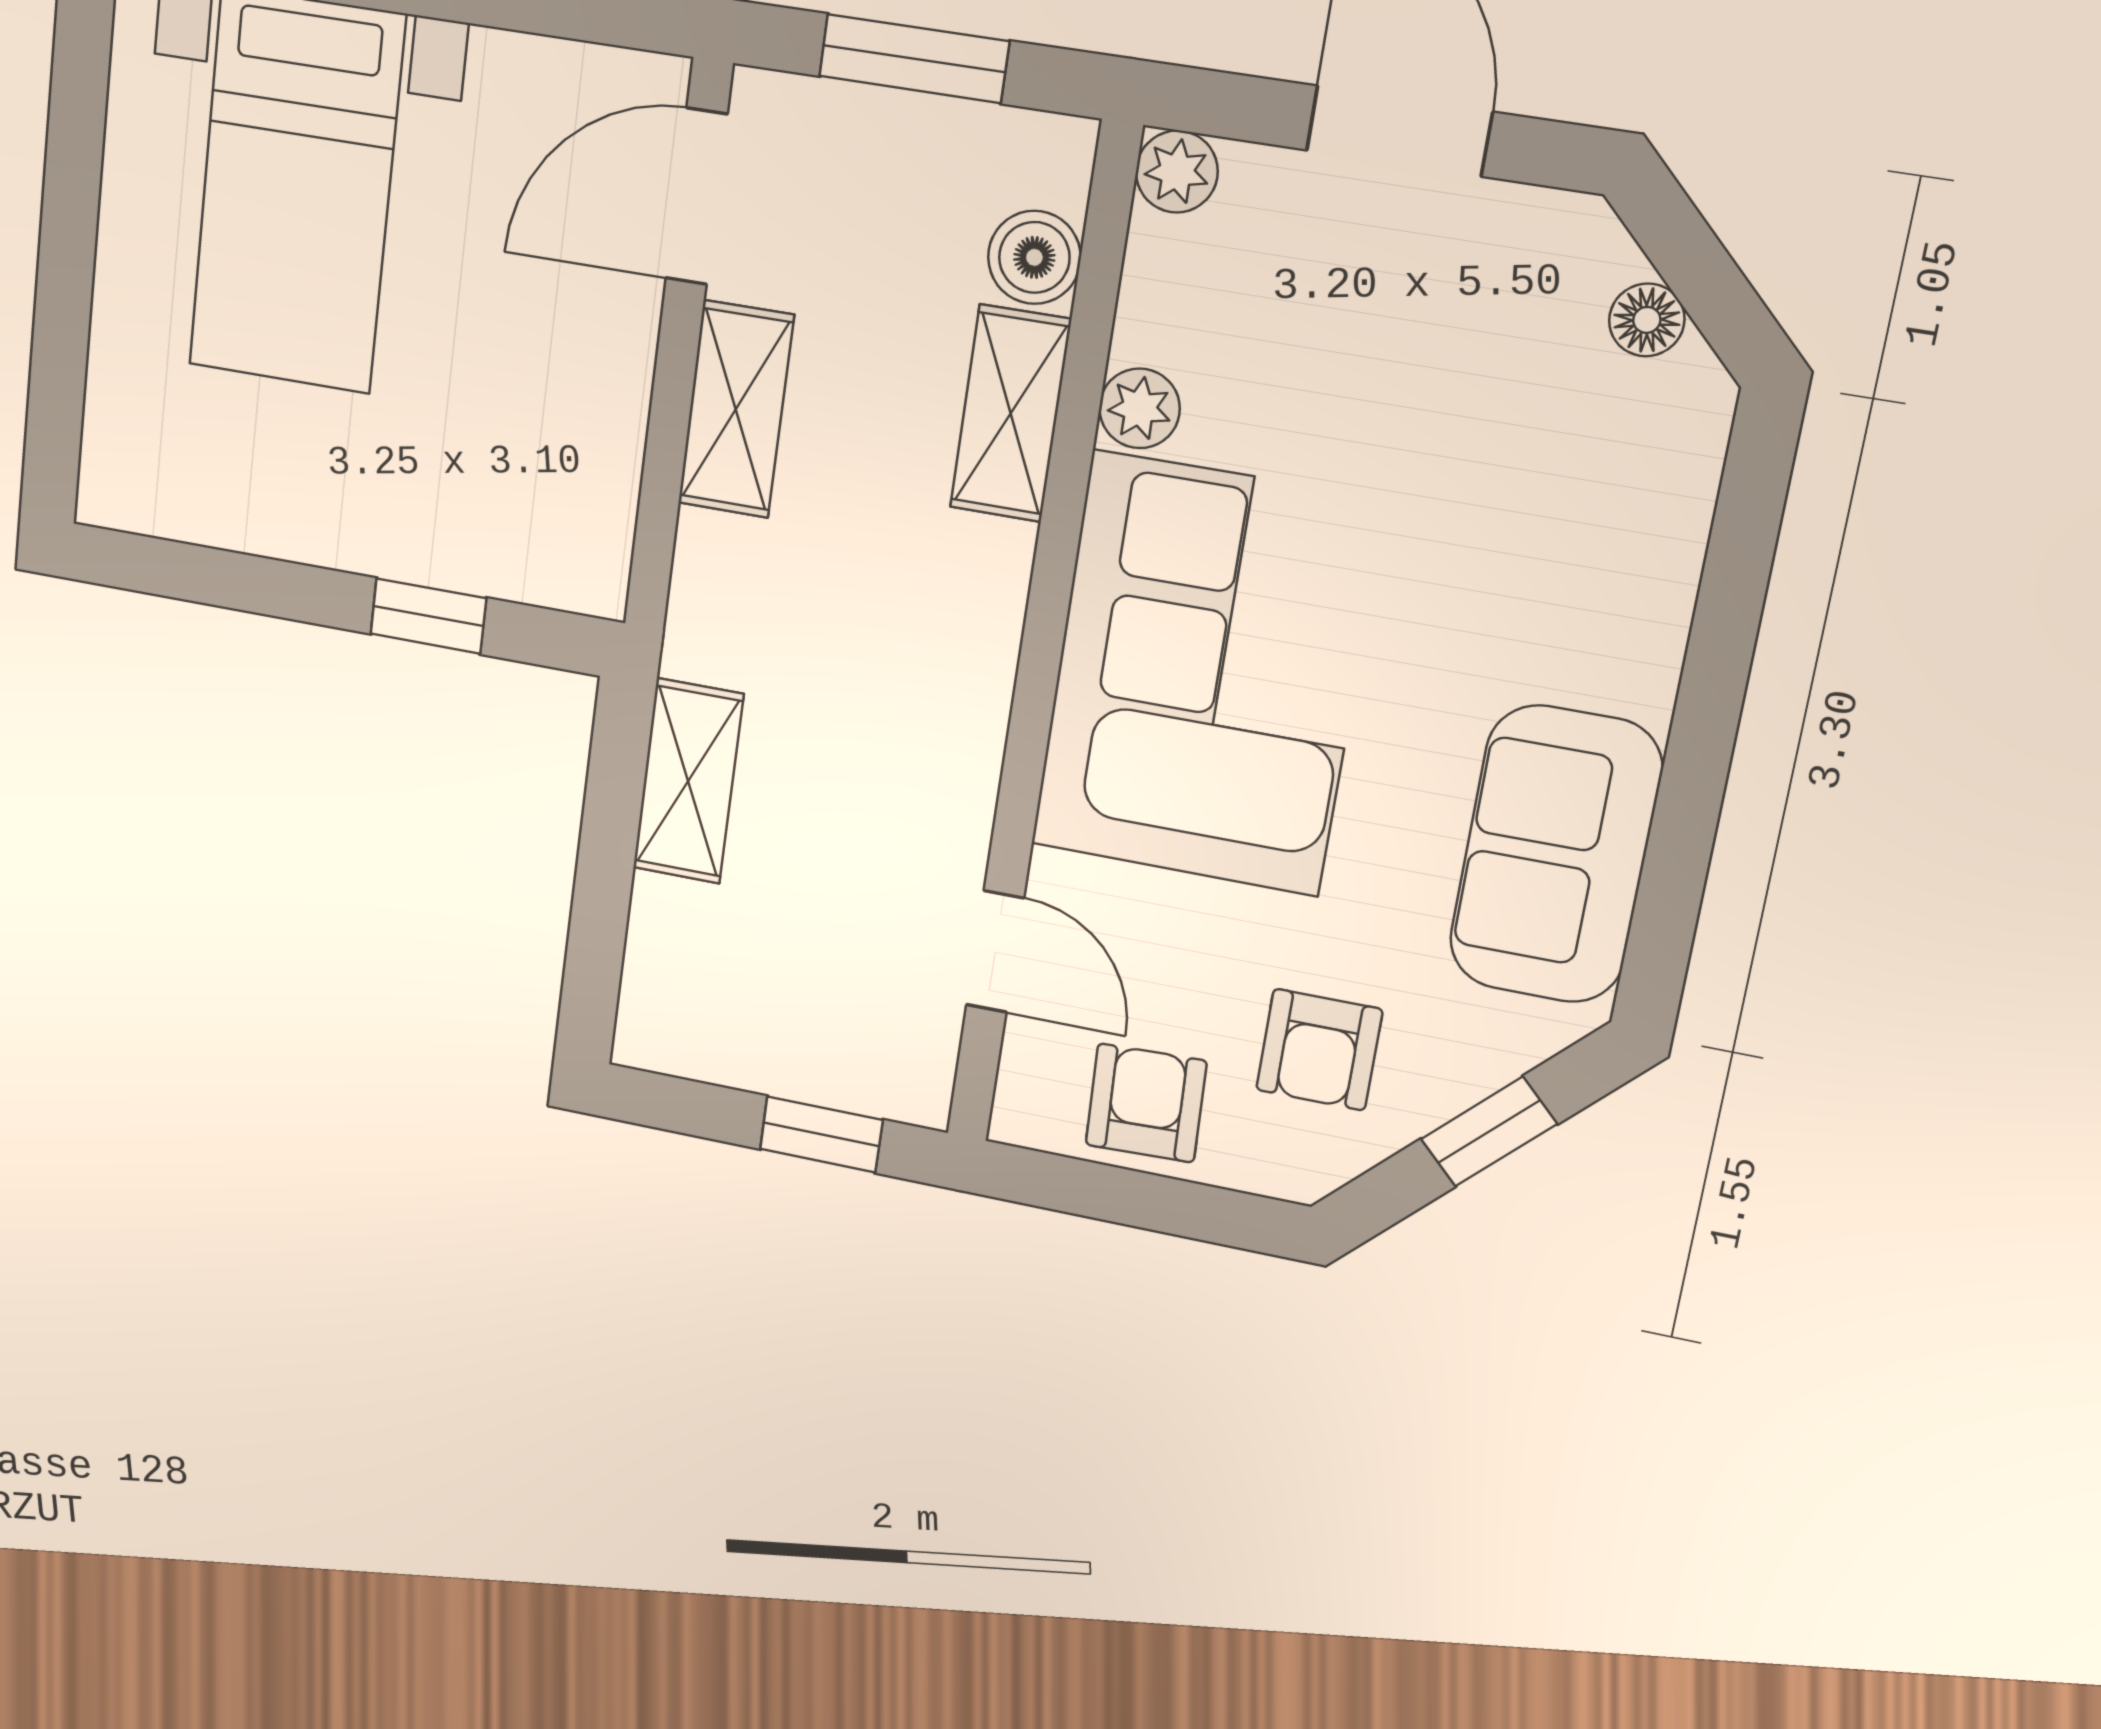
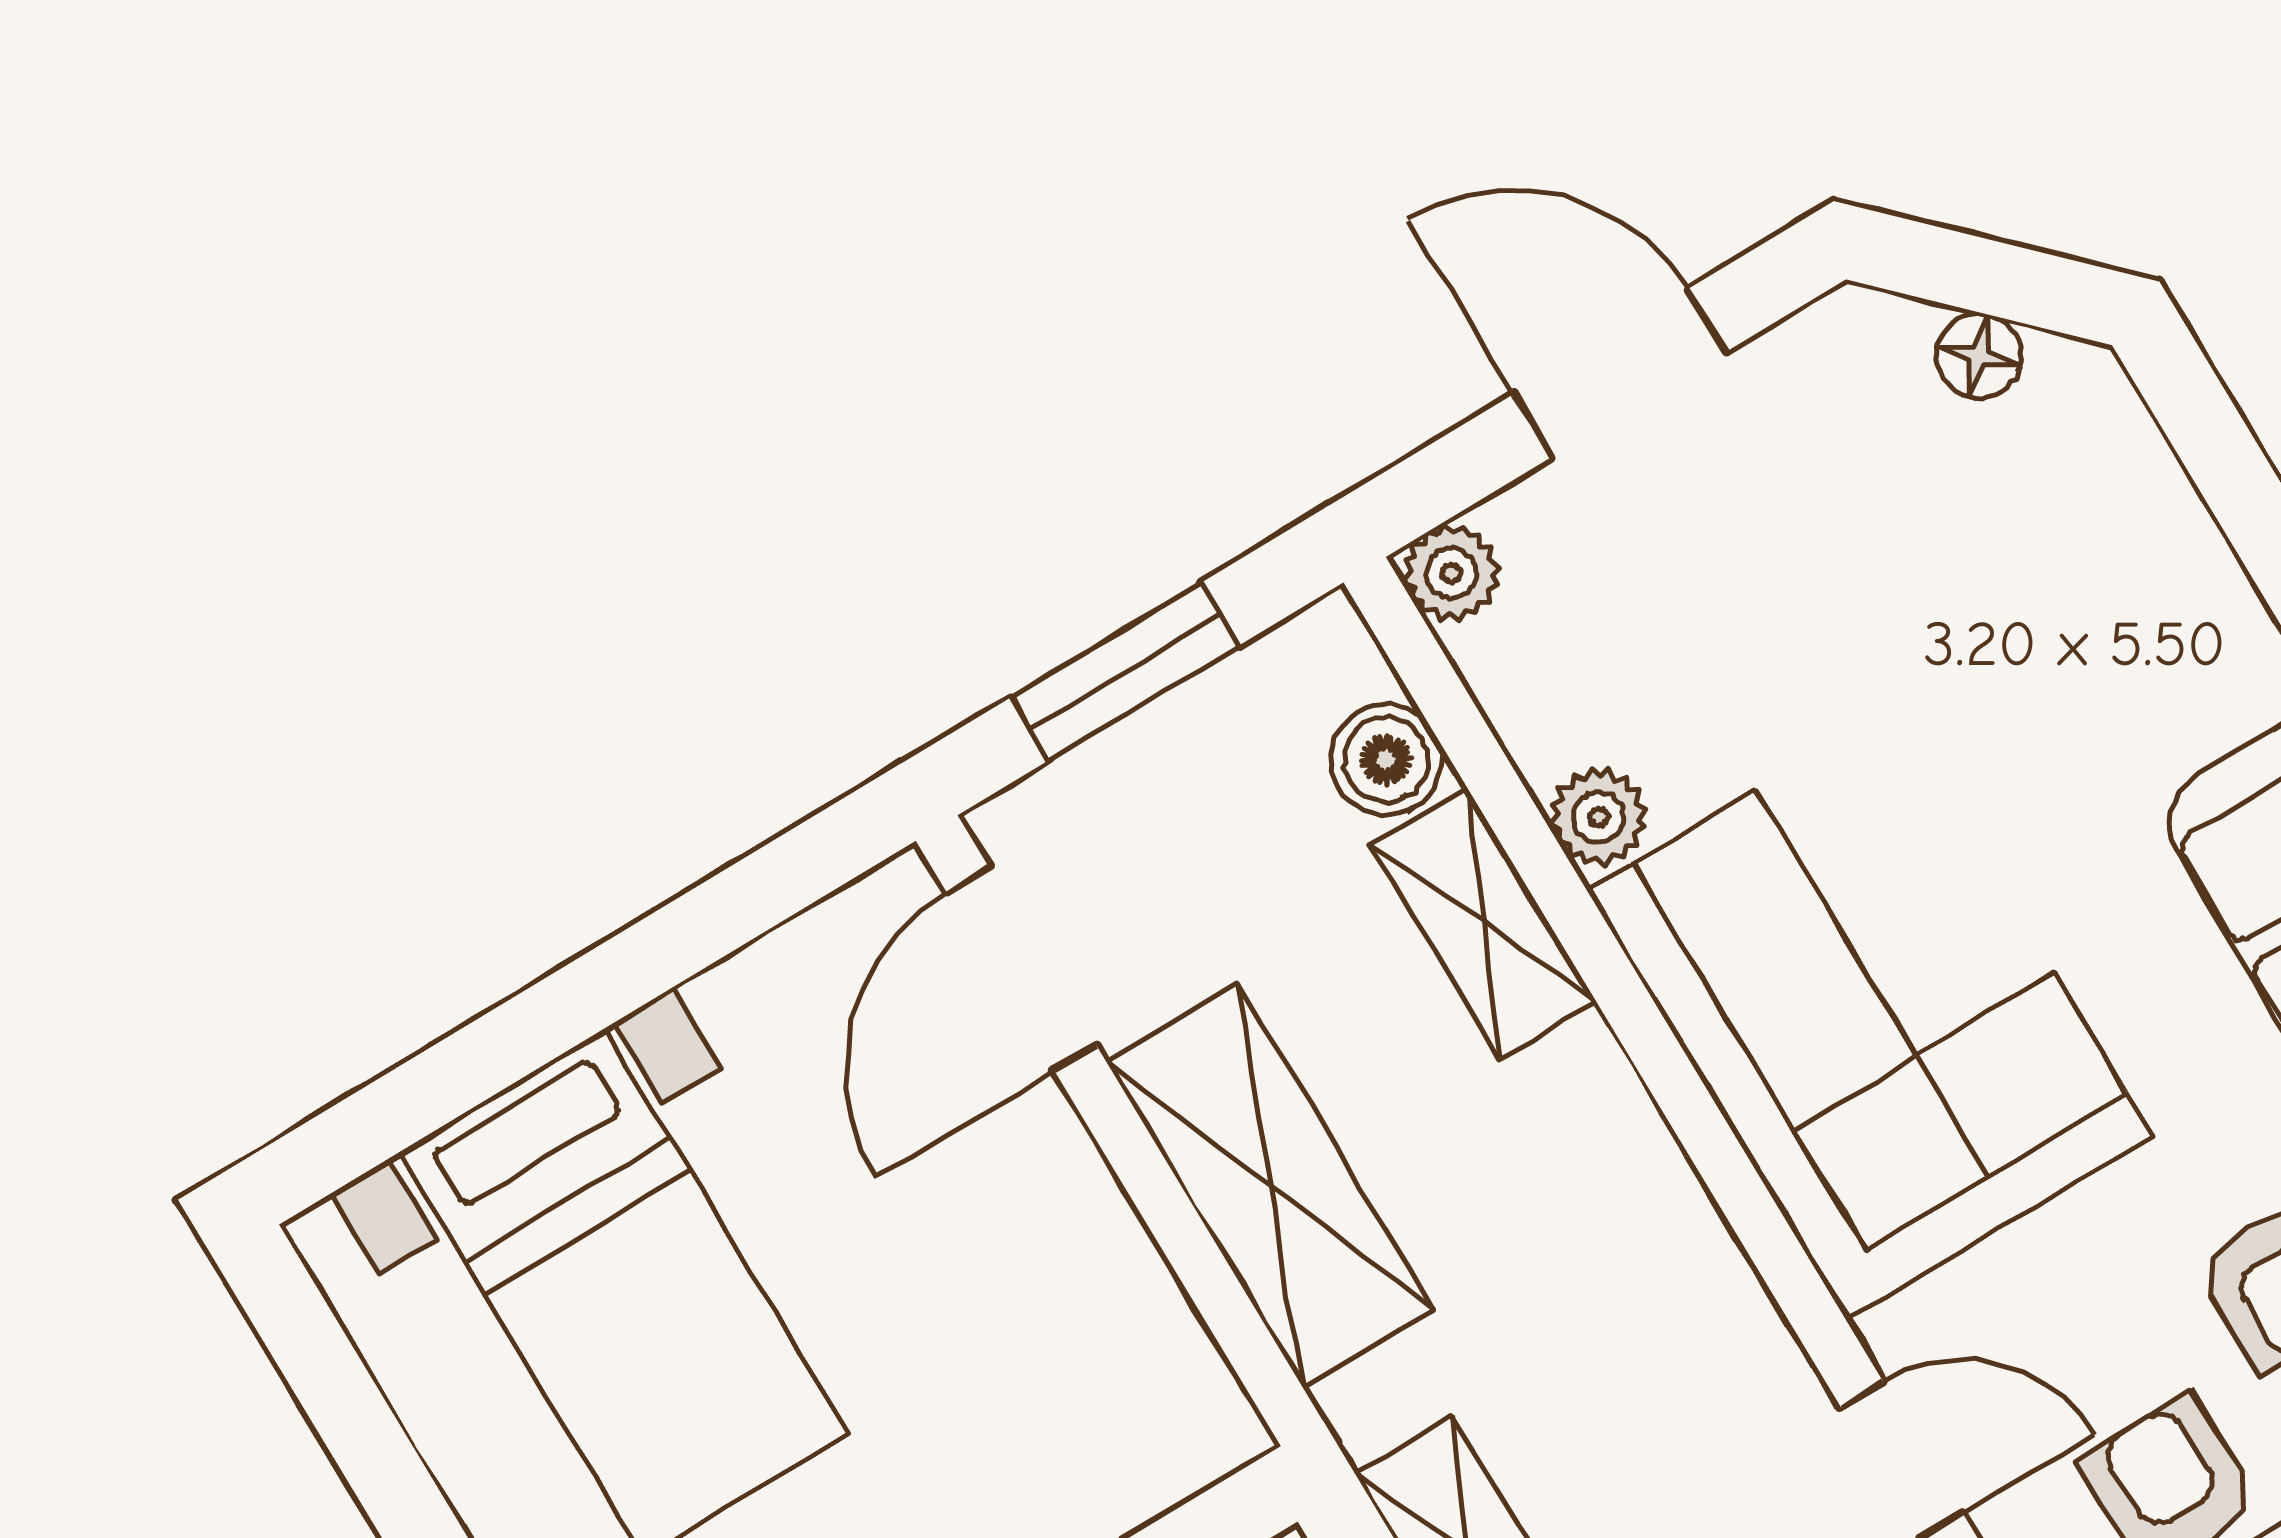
shelving: (736, 409) -> (1270, 1186), width x1.50, depth x1.33

